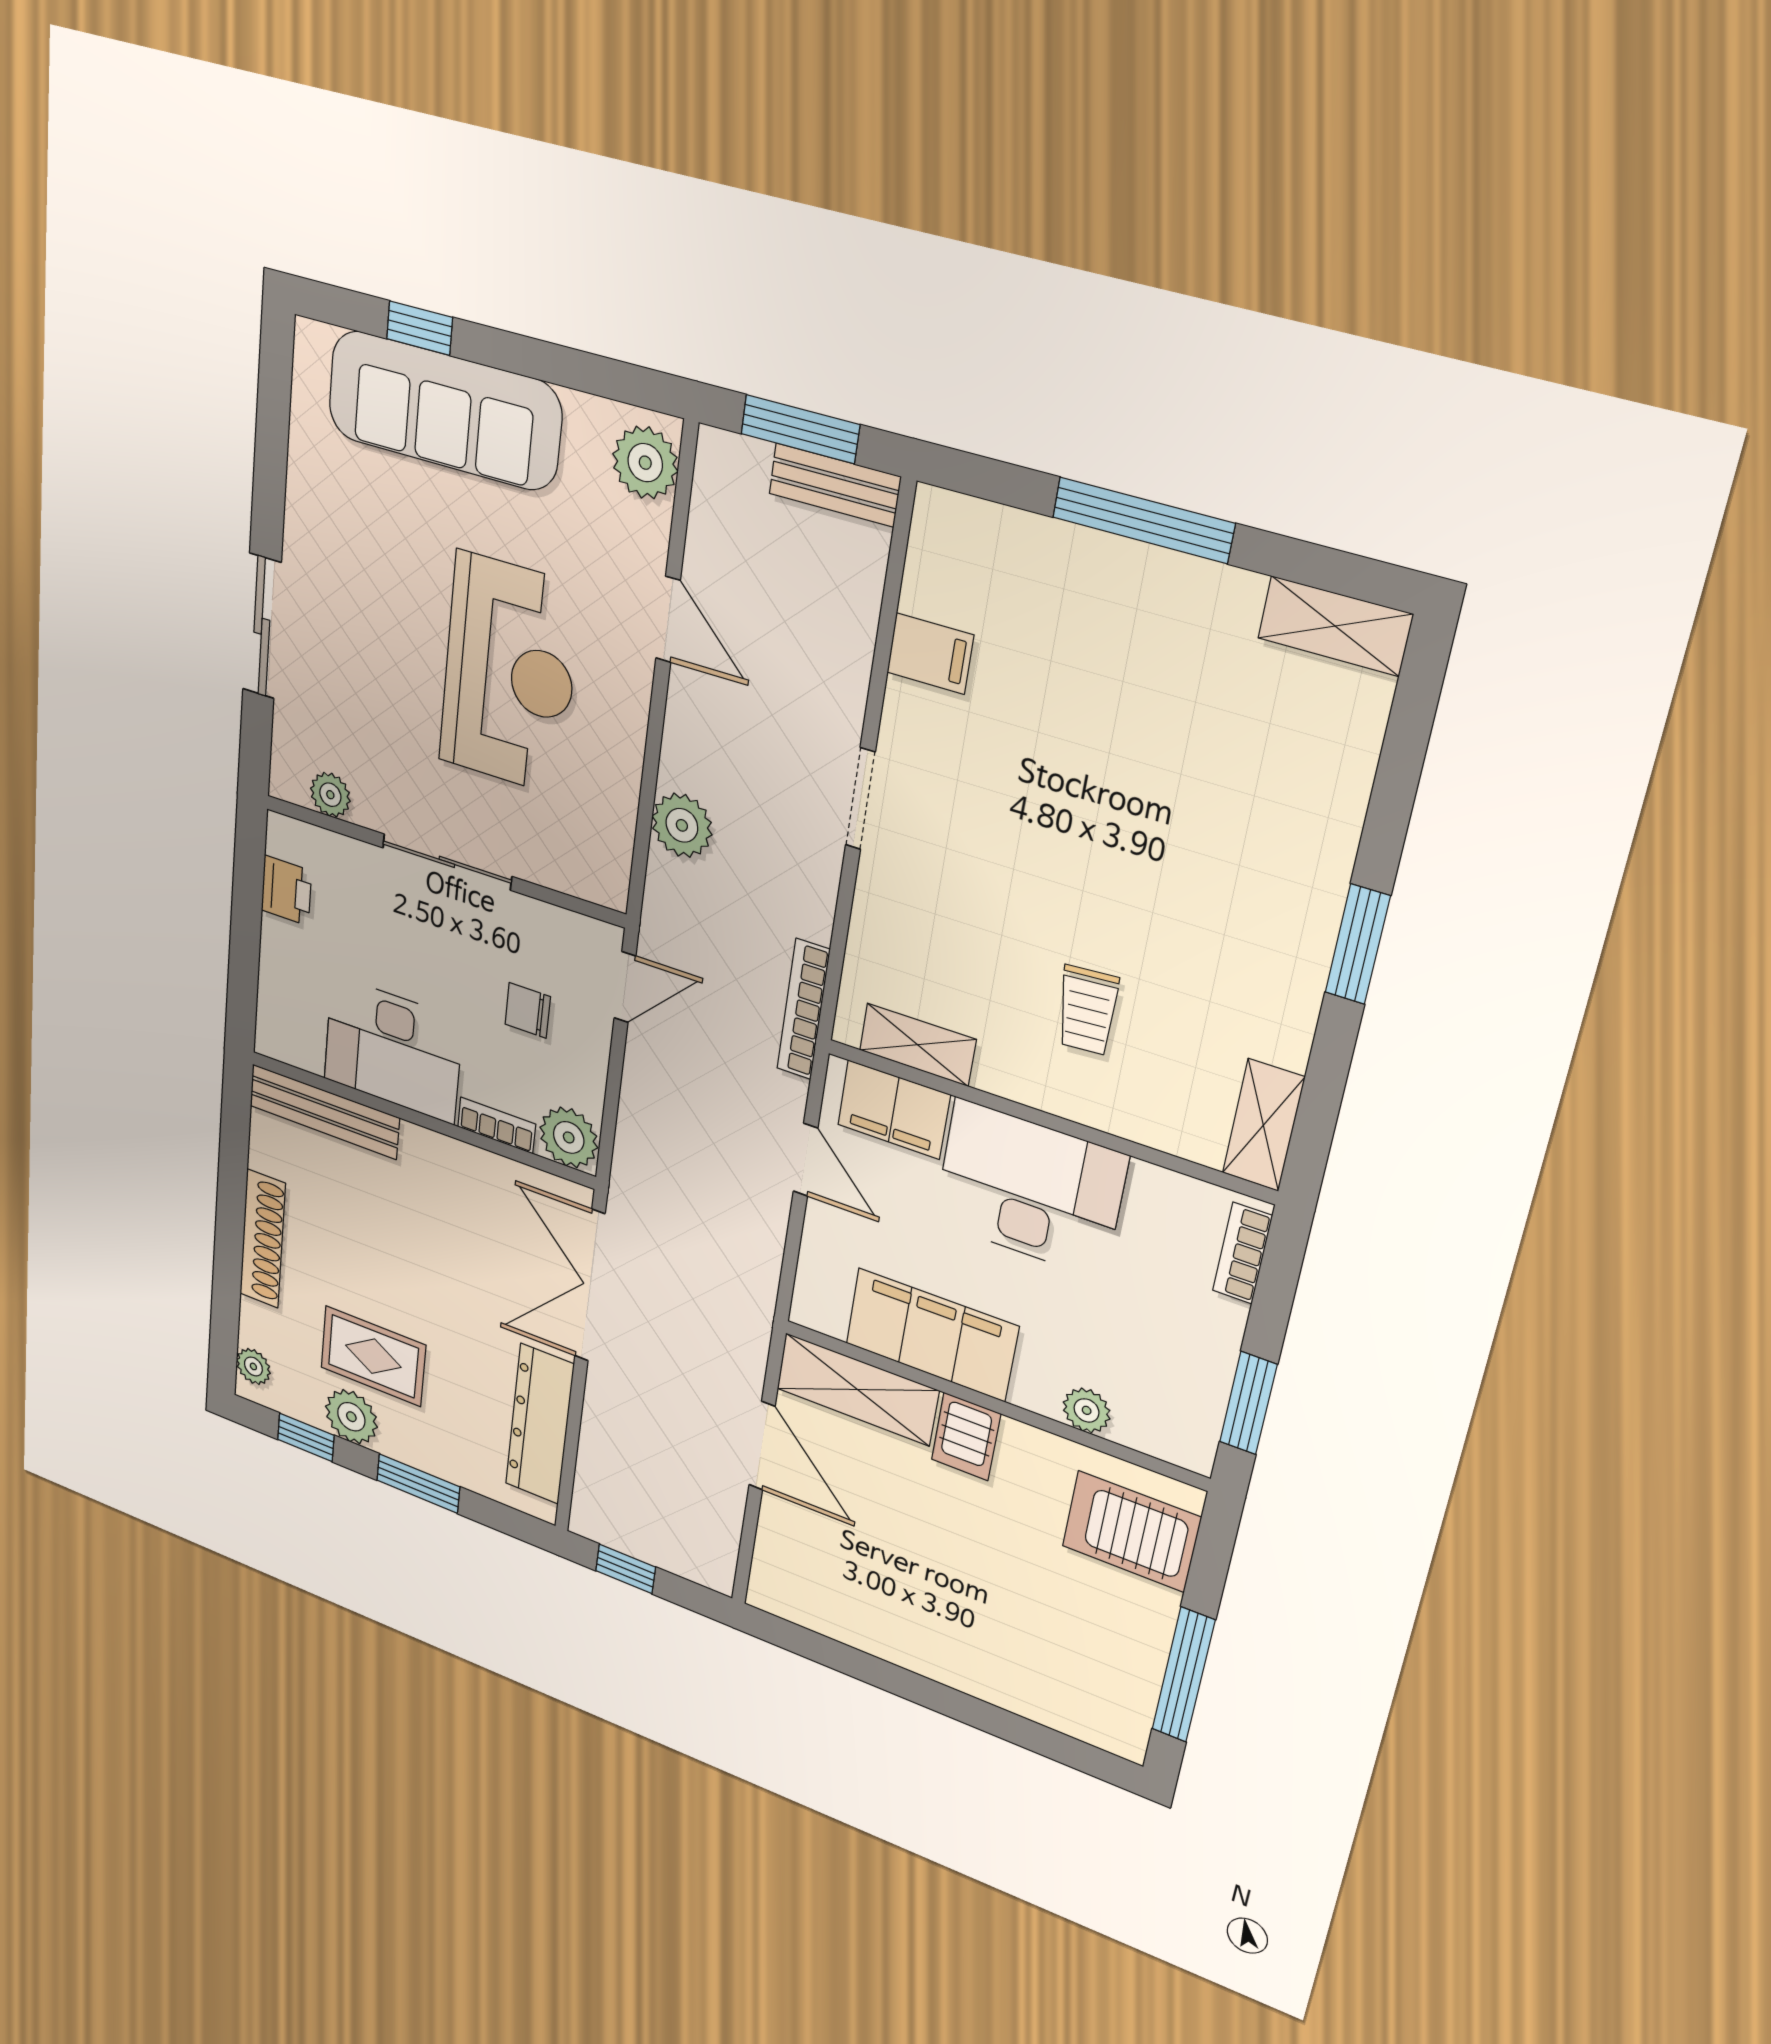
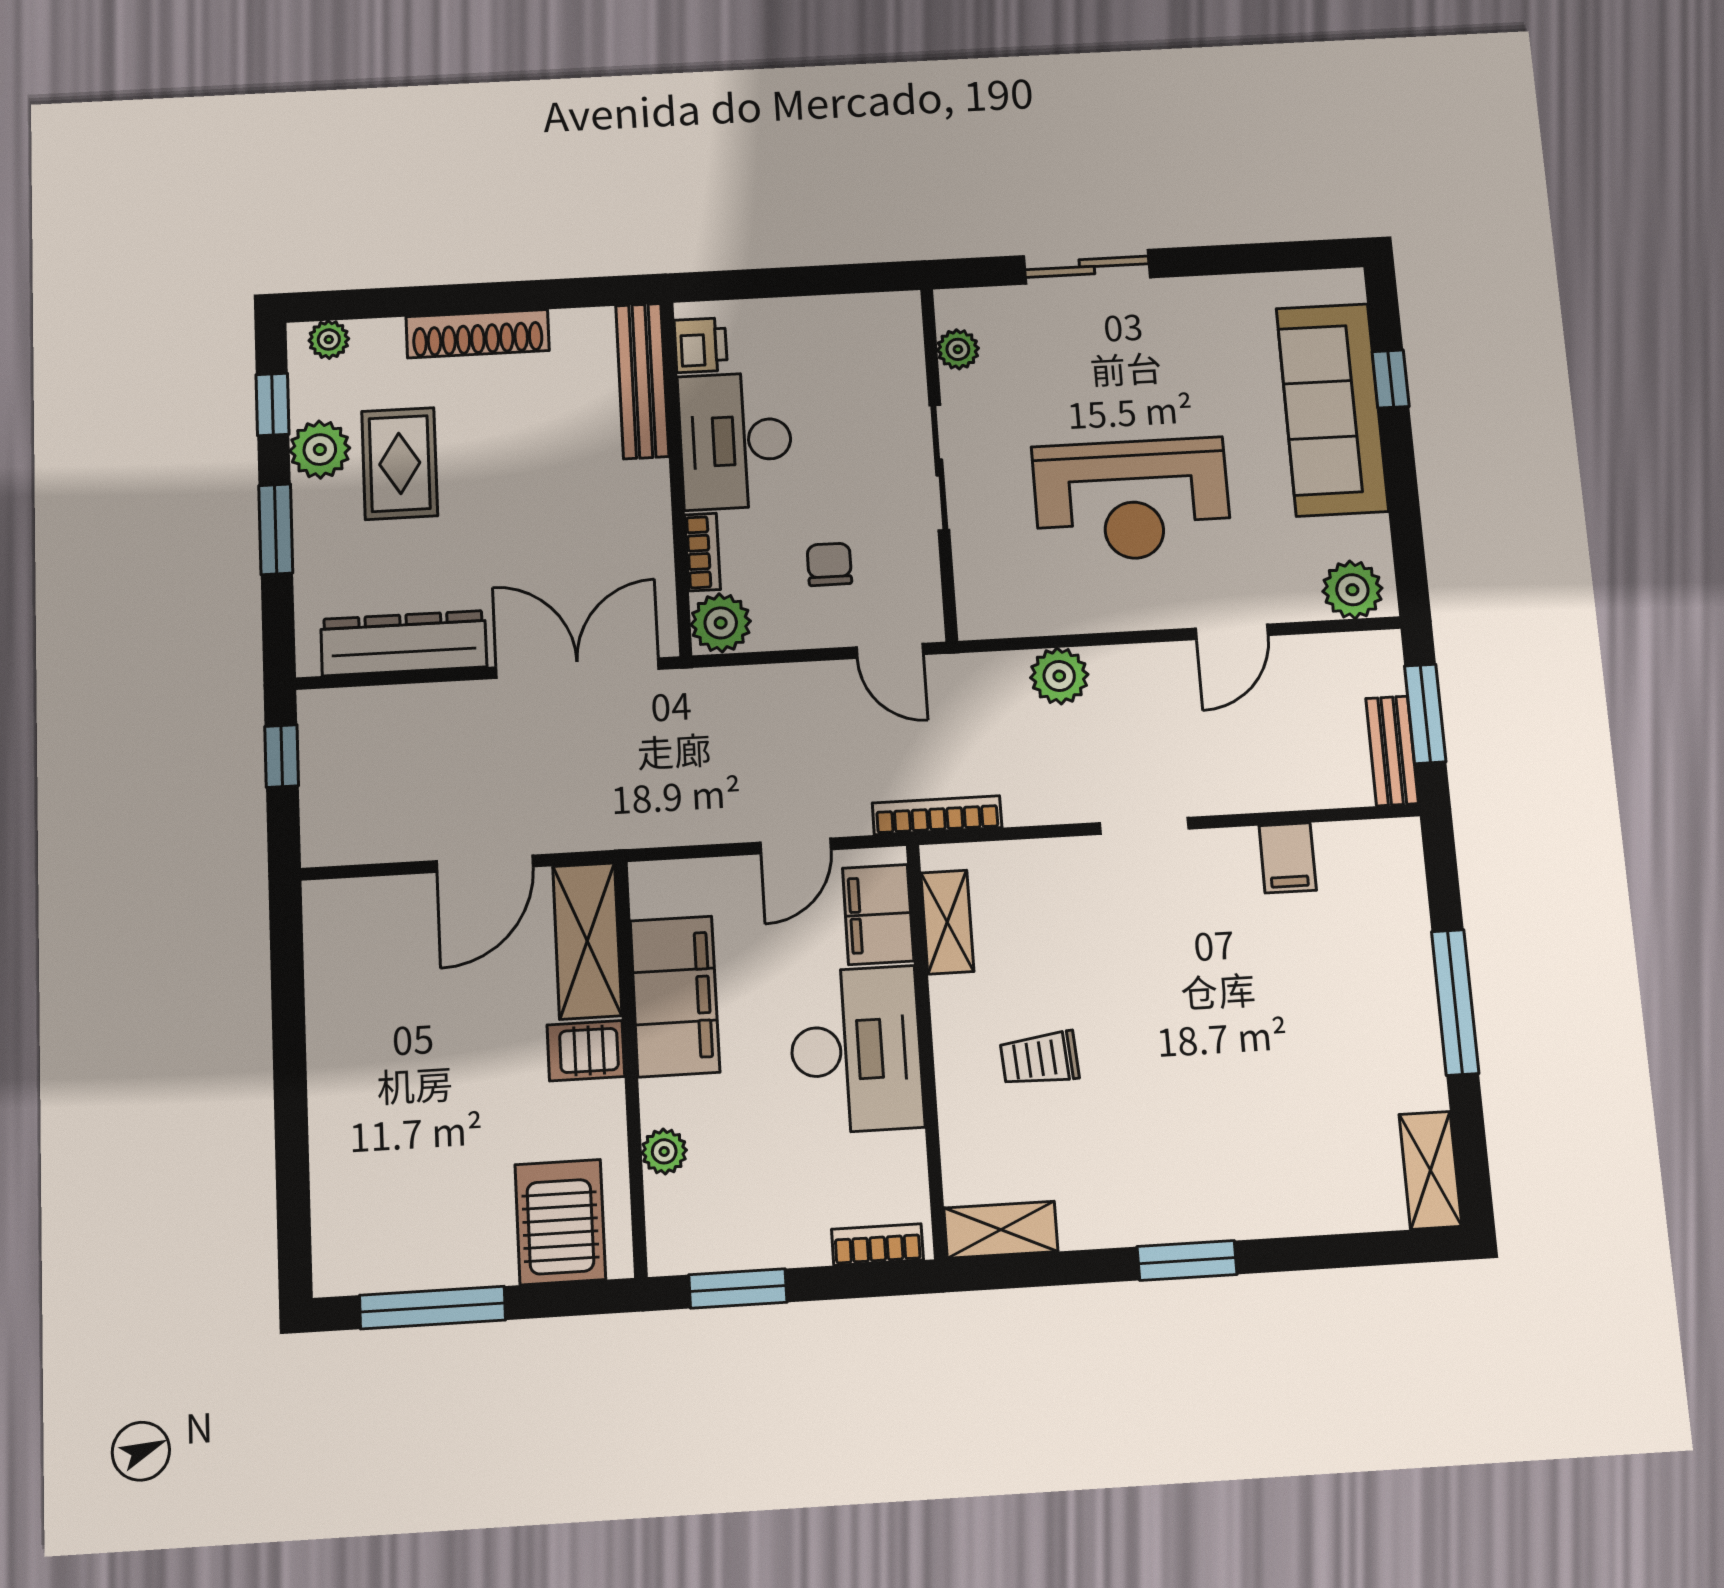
printer: (286, 890) -> (701, 345), moved, turned -90

